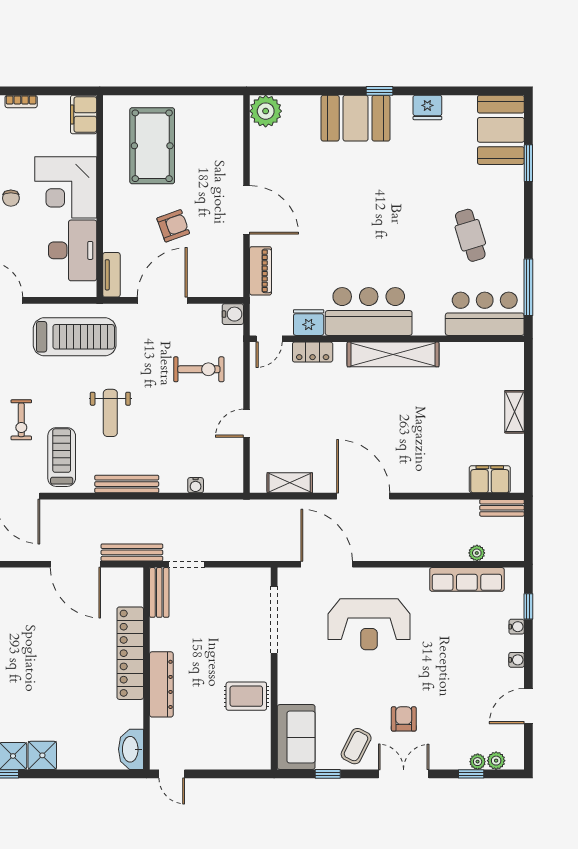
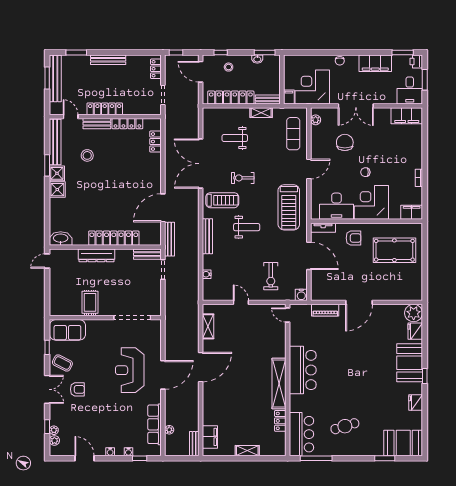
armchair: (173, 226) -> (354, 238), moved, turned -70
fridge: (309, 323) -> (415, 331), moved, turned 180
locker: (313, 352) -> (280, 421), moved
weight bench: (110, 413) -> (247, 227), turned 180
door: (327, 564) -> (163, 375), moved

